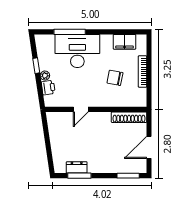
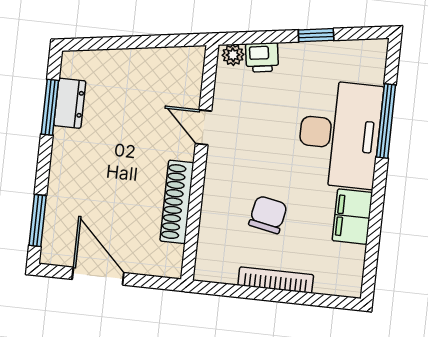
filing cabinet: (124, 42) -> (352, 217), moved
plant: (45, 76) -> (233, 55), moved
shoe rack: (129, 117) -> (177, 202), moved

